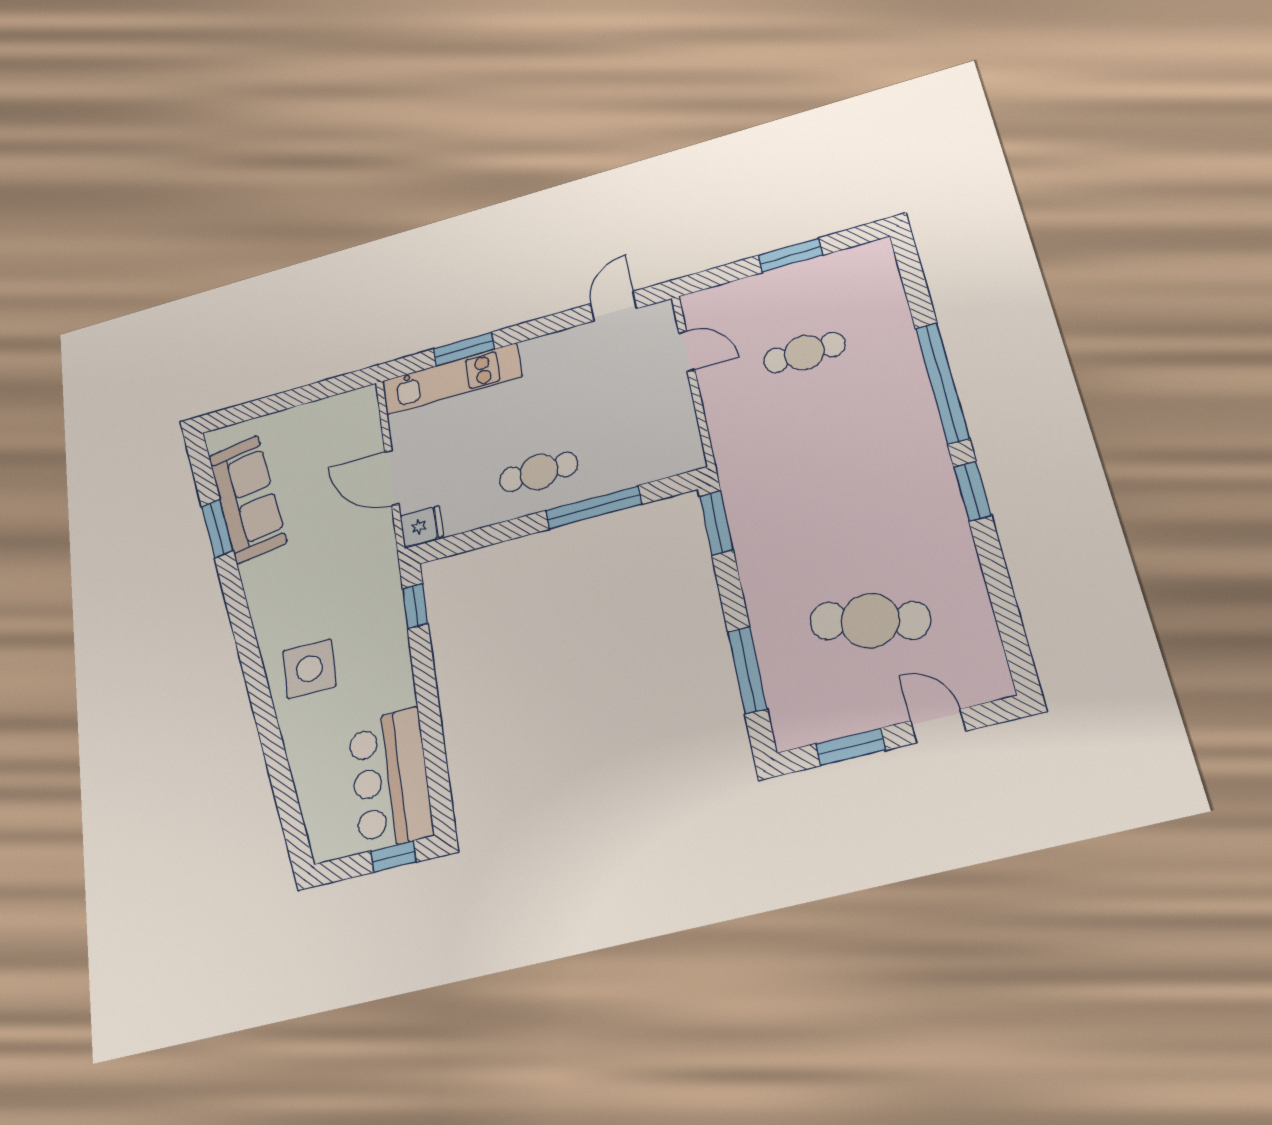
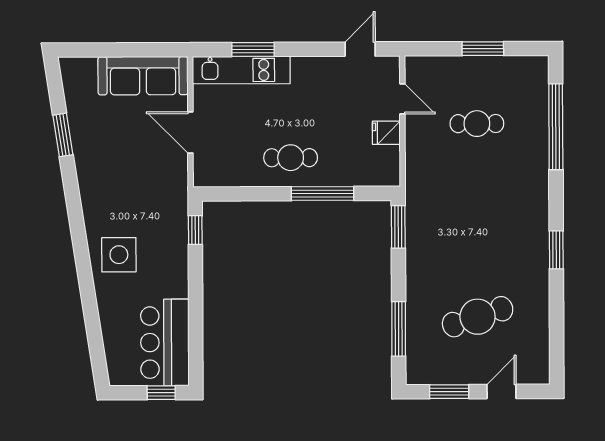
window: (942, 383) -> (556, 127), moved
sofa: (247, 499) -> (143, 76), moved, turned 99
fridge: (422, 526) -> (386, 133), moved, turned 180
cafe table: (870, 621) -> (478, 317), turned -33
door: (938, 726) -> (501, 391), hinge flipped

